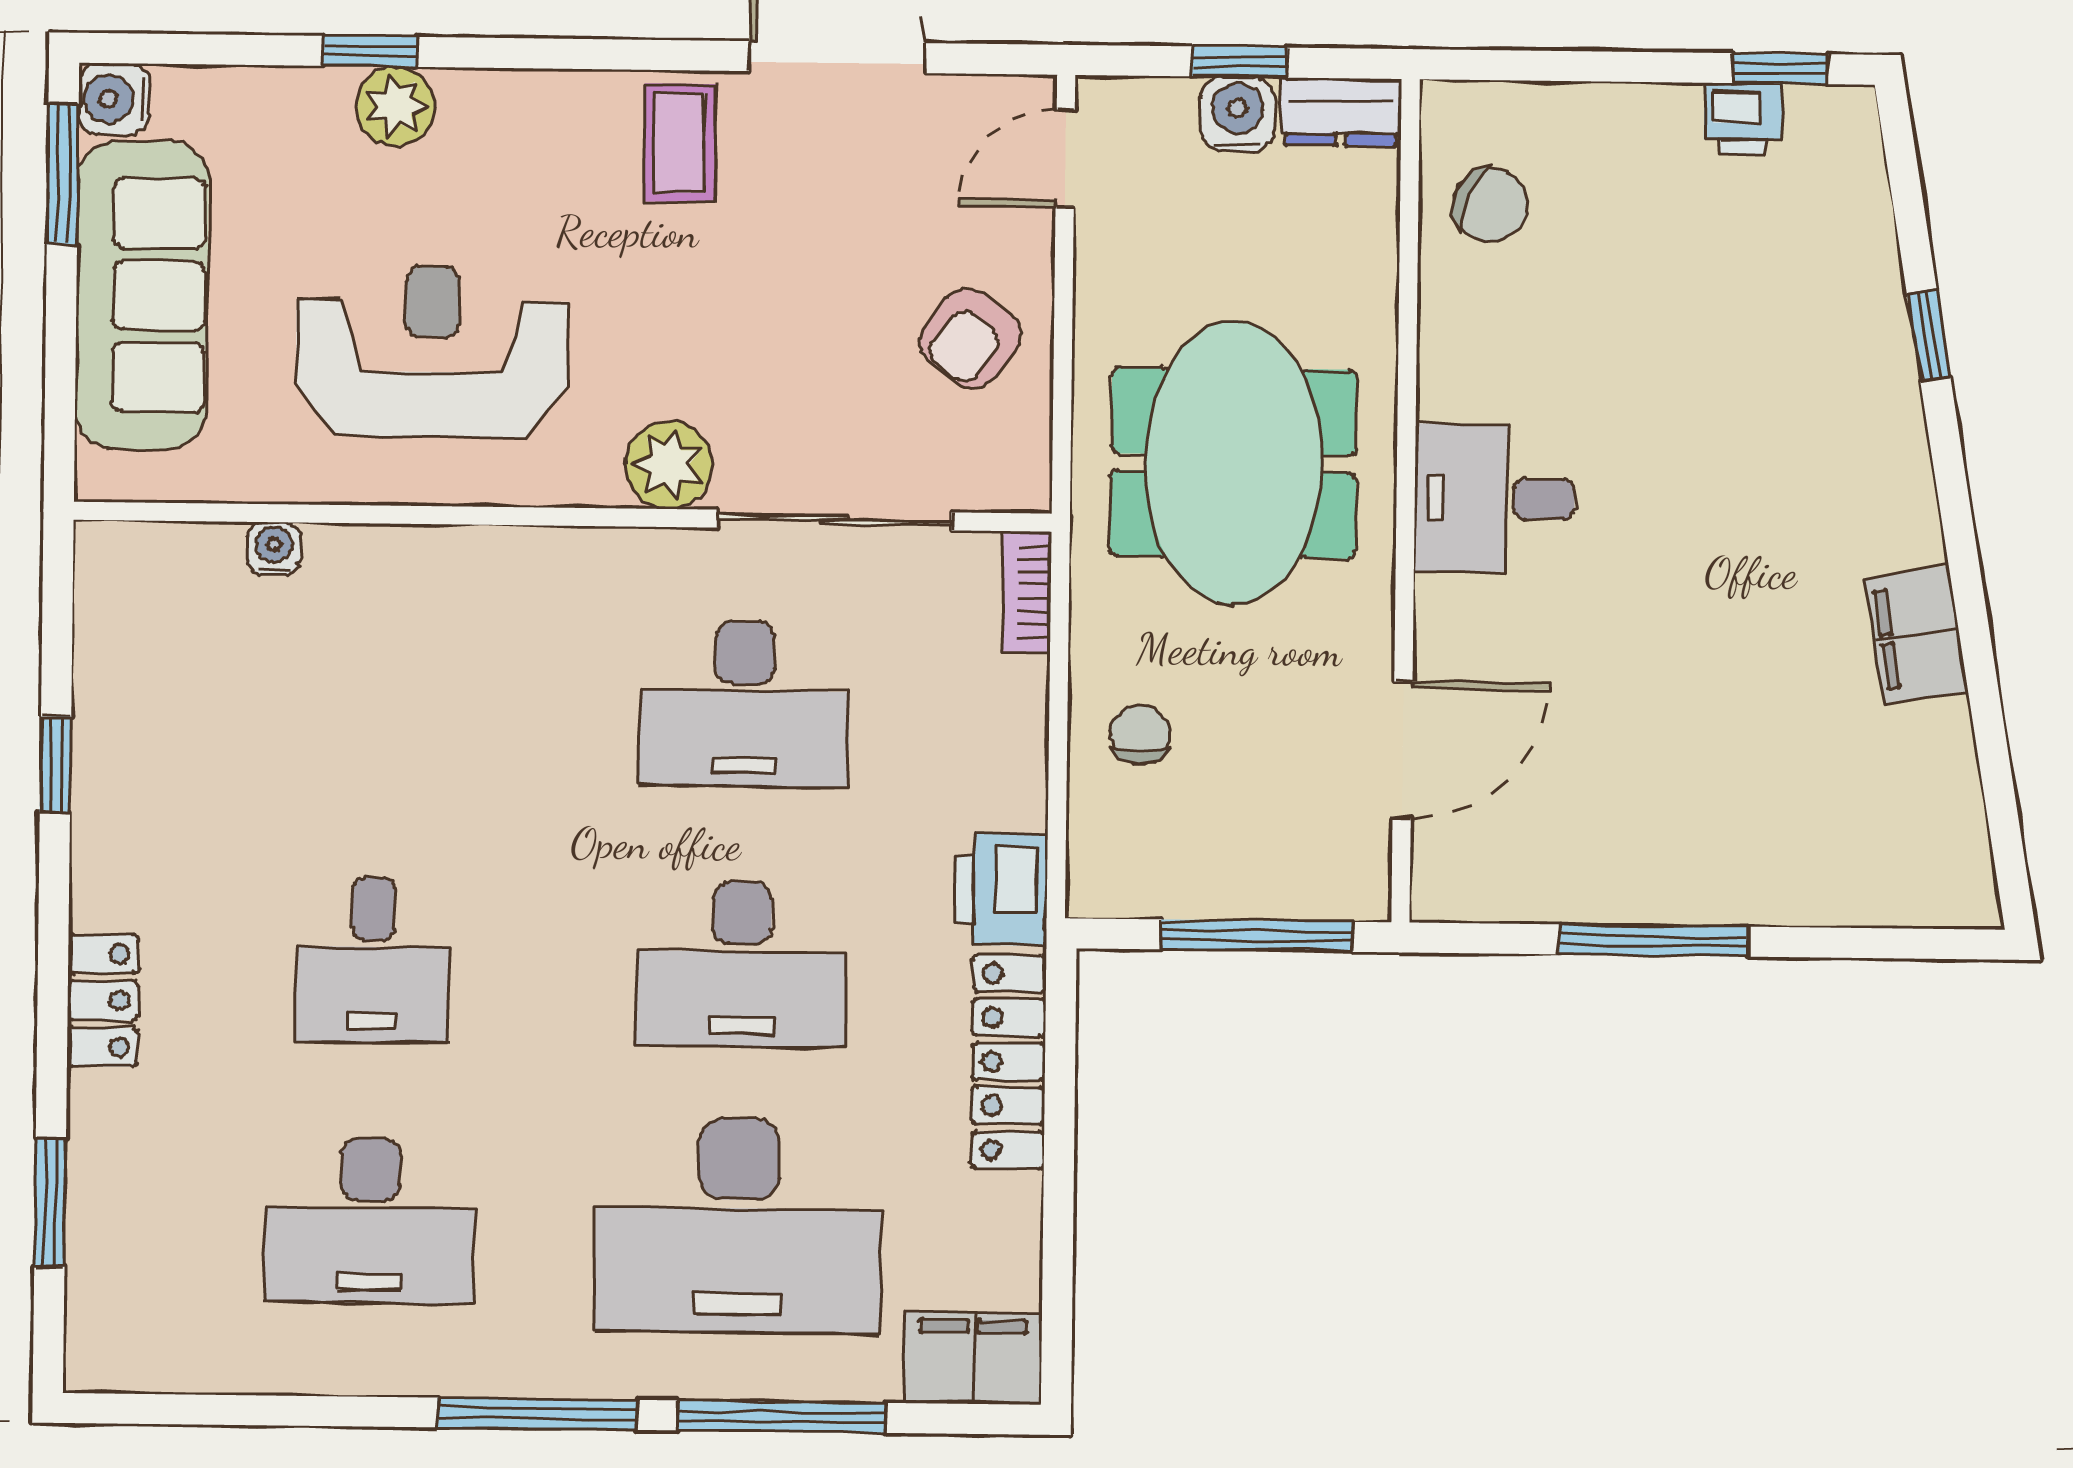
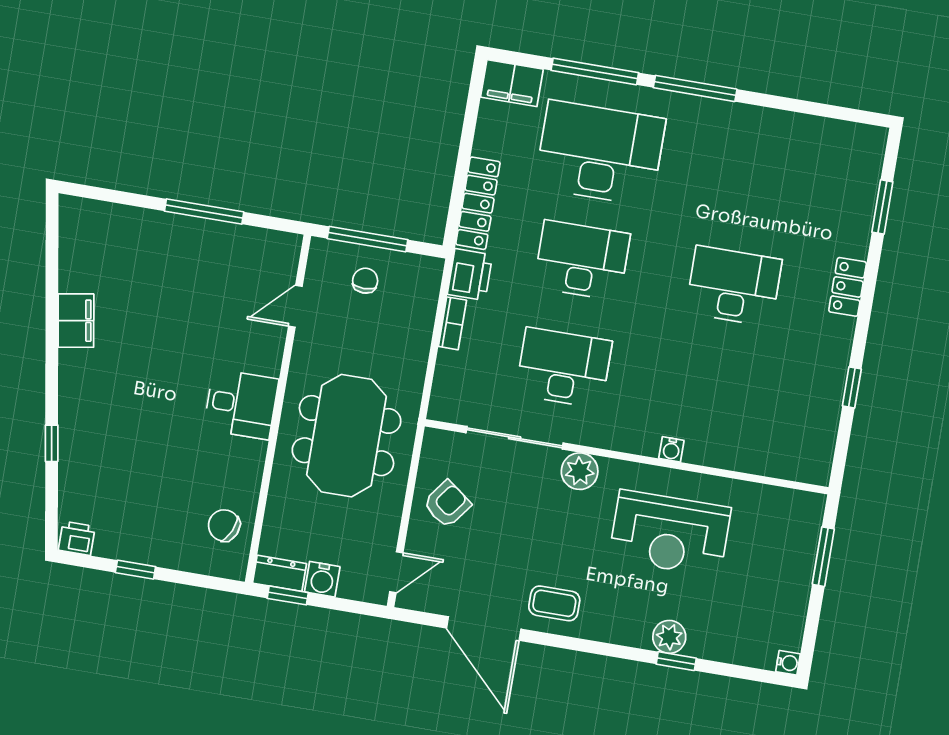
window: (1240, 62) -> (288, 595), moved
window: (1780, 69) -> (135, 570), moved
water cooler: (114, 99) -> (788, 663), width x0.72, depth x0.72
printer: (1743, 119) -> (77, 538), moved
coffee table: (680, 143) -> (554, 603), turned 90
window: (63, 174) -> (823, 557), moved
sofa: (142, 295) -> (786, 575), removed
water cooler: (274, 549) -> (671, 449), moved
bookcase: (1027, 592) -> (452, 323), moved
chair: (1140, 734) -> (365, 281), moved, turned 180
door: (1402, 750) -> (295, 306), width x0.73
desk: (373, 960) -> (734, 286), width x1.37
desk: (370, 1221) -> (752, 179), removed

